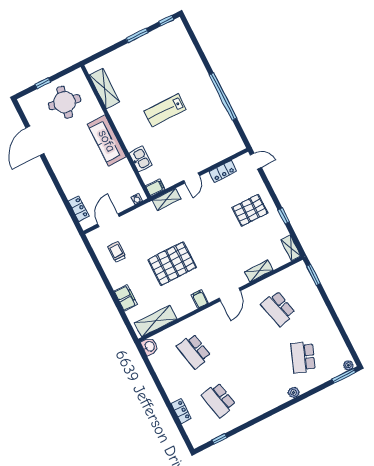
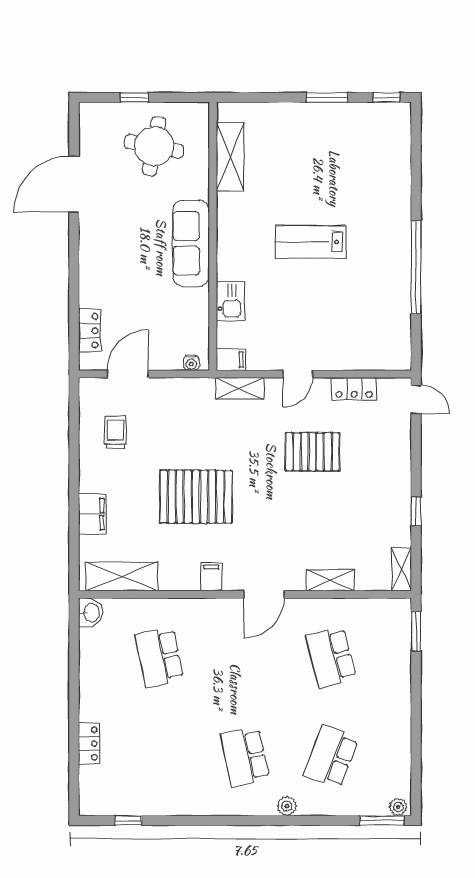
pallet: (250, 210) -> (312, 452), moved
school desk: (219, 400) -> (245, 757), moved

